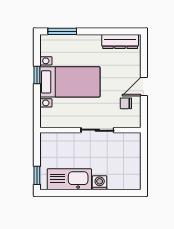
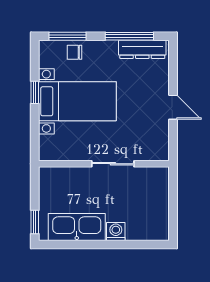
window: (110, 31) -> (129, 36), added
door: (144, 86) -> (173, 107), swing flipped
chair: (126, 103) -> (75, 52), moved

